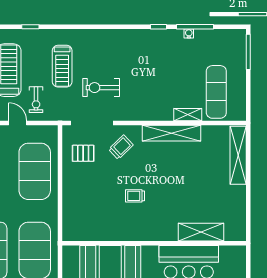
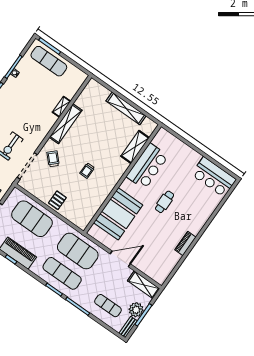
exercise mat: (216, 92) -> (49, 61), moved
pallet: (83, 153) -> (57, 200), moved
shelving: (238, 155) -> (126, 108), moved

